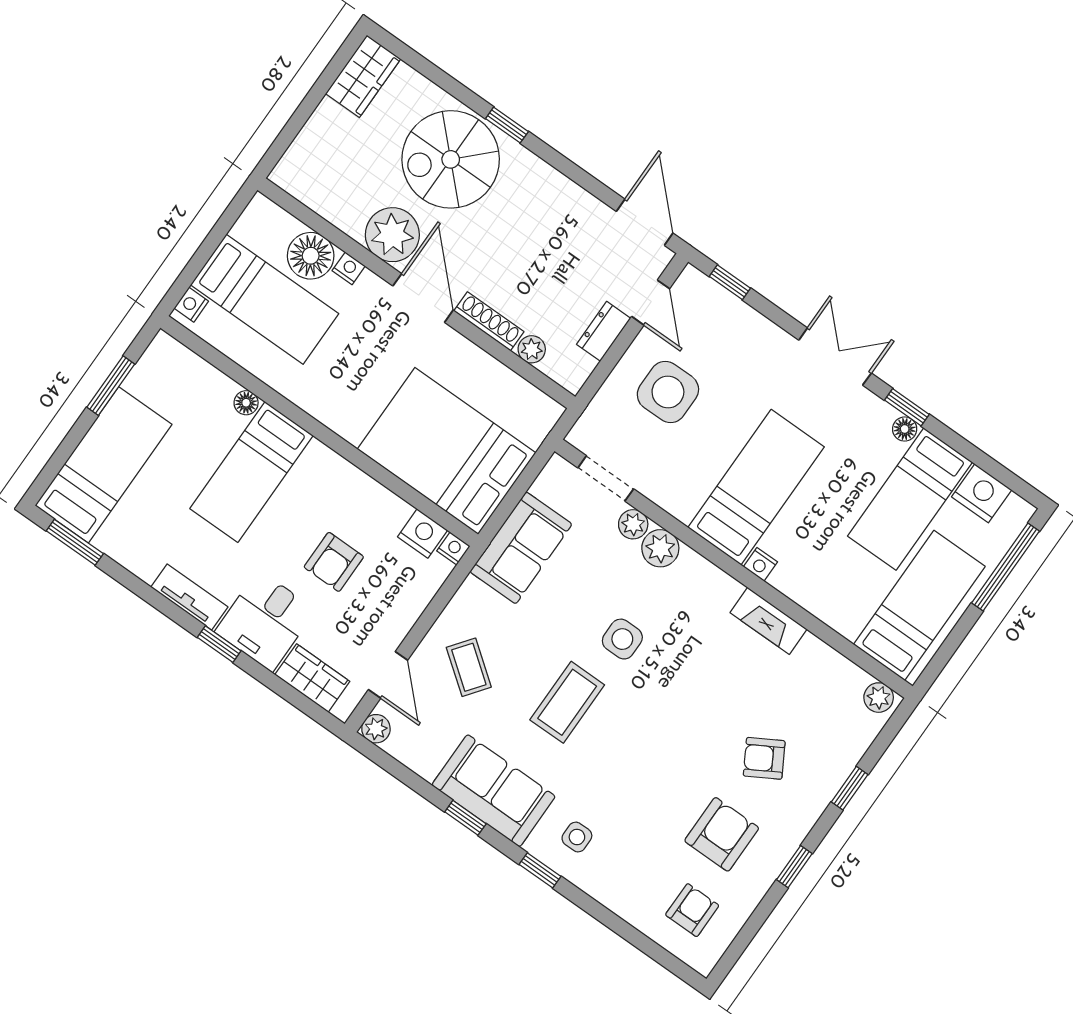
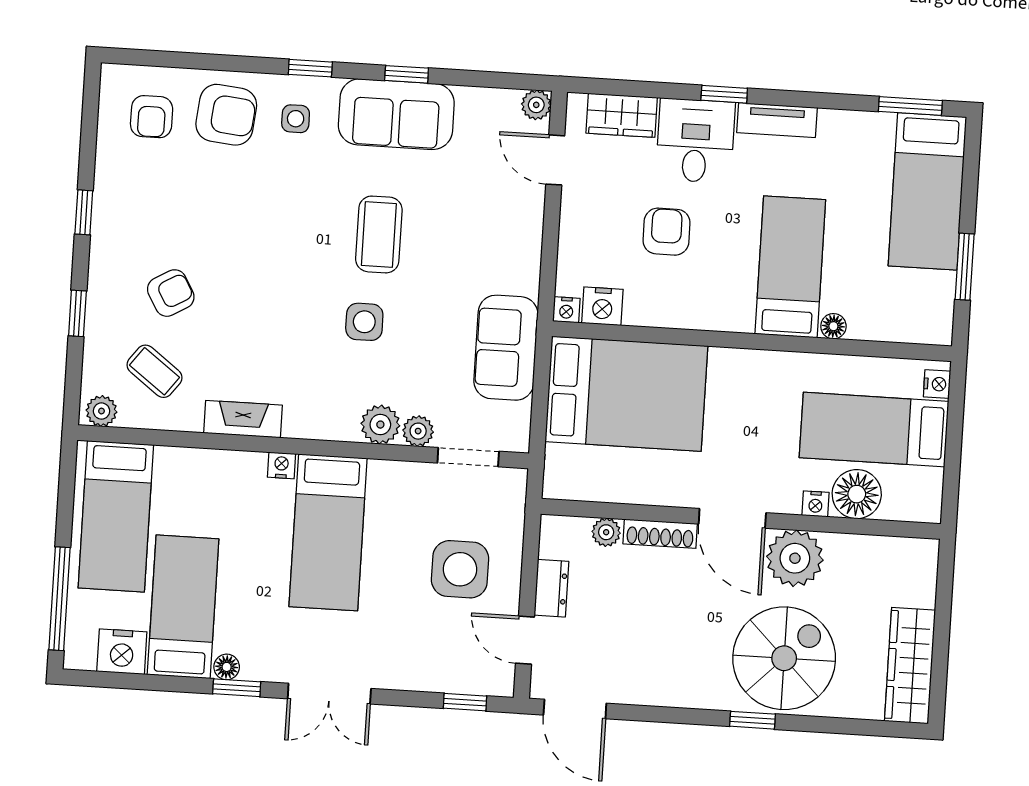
wardrobe: (363, 76) -> (910, 666), width x1.50
coffee table: (469, 667) -> (154, 371), moved
armchair: (722, 834) -> (226, 115), moved, turned -84

